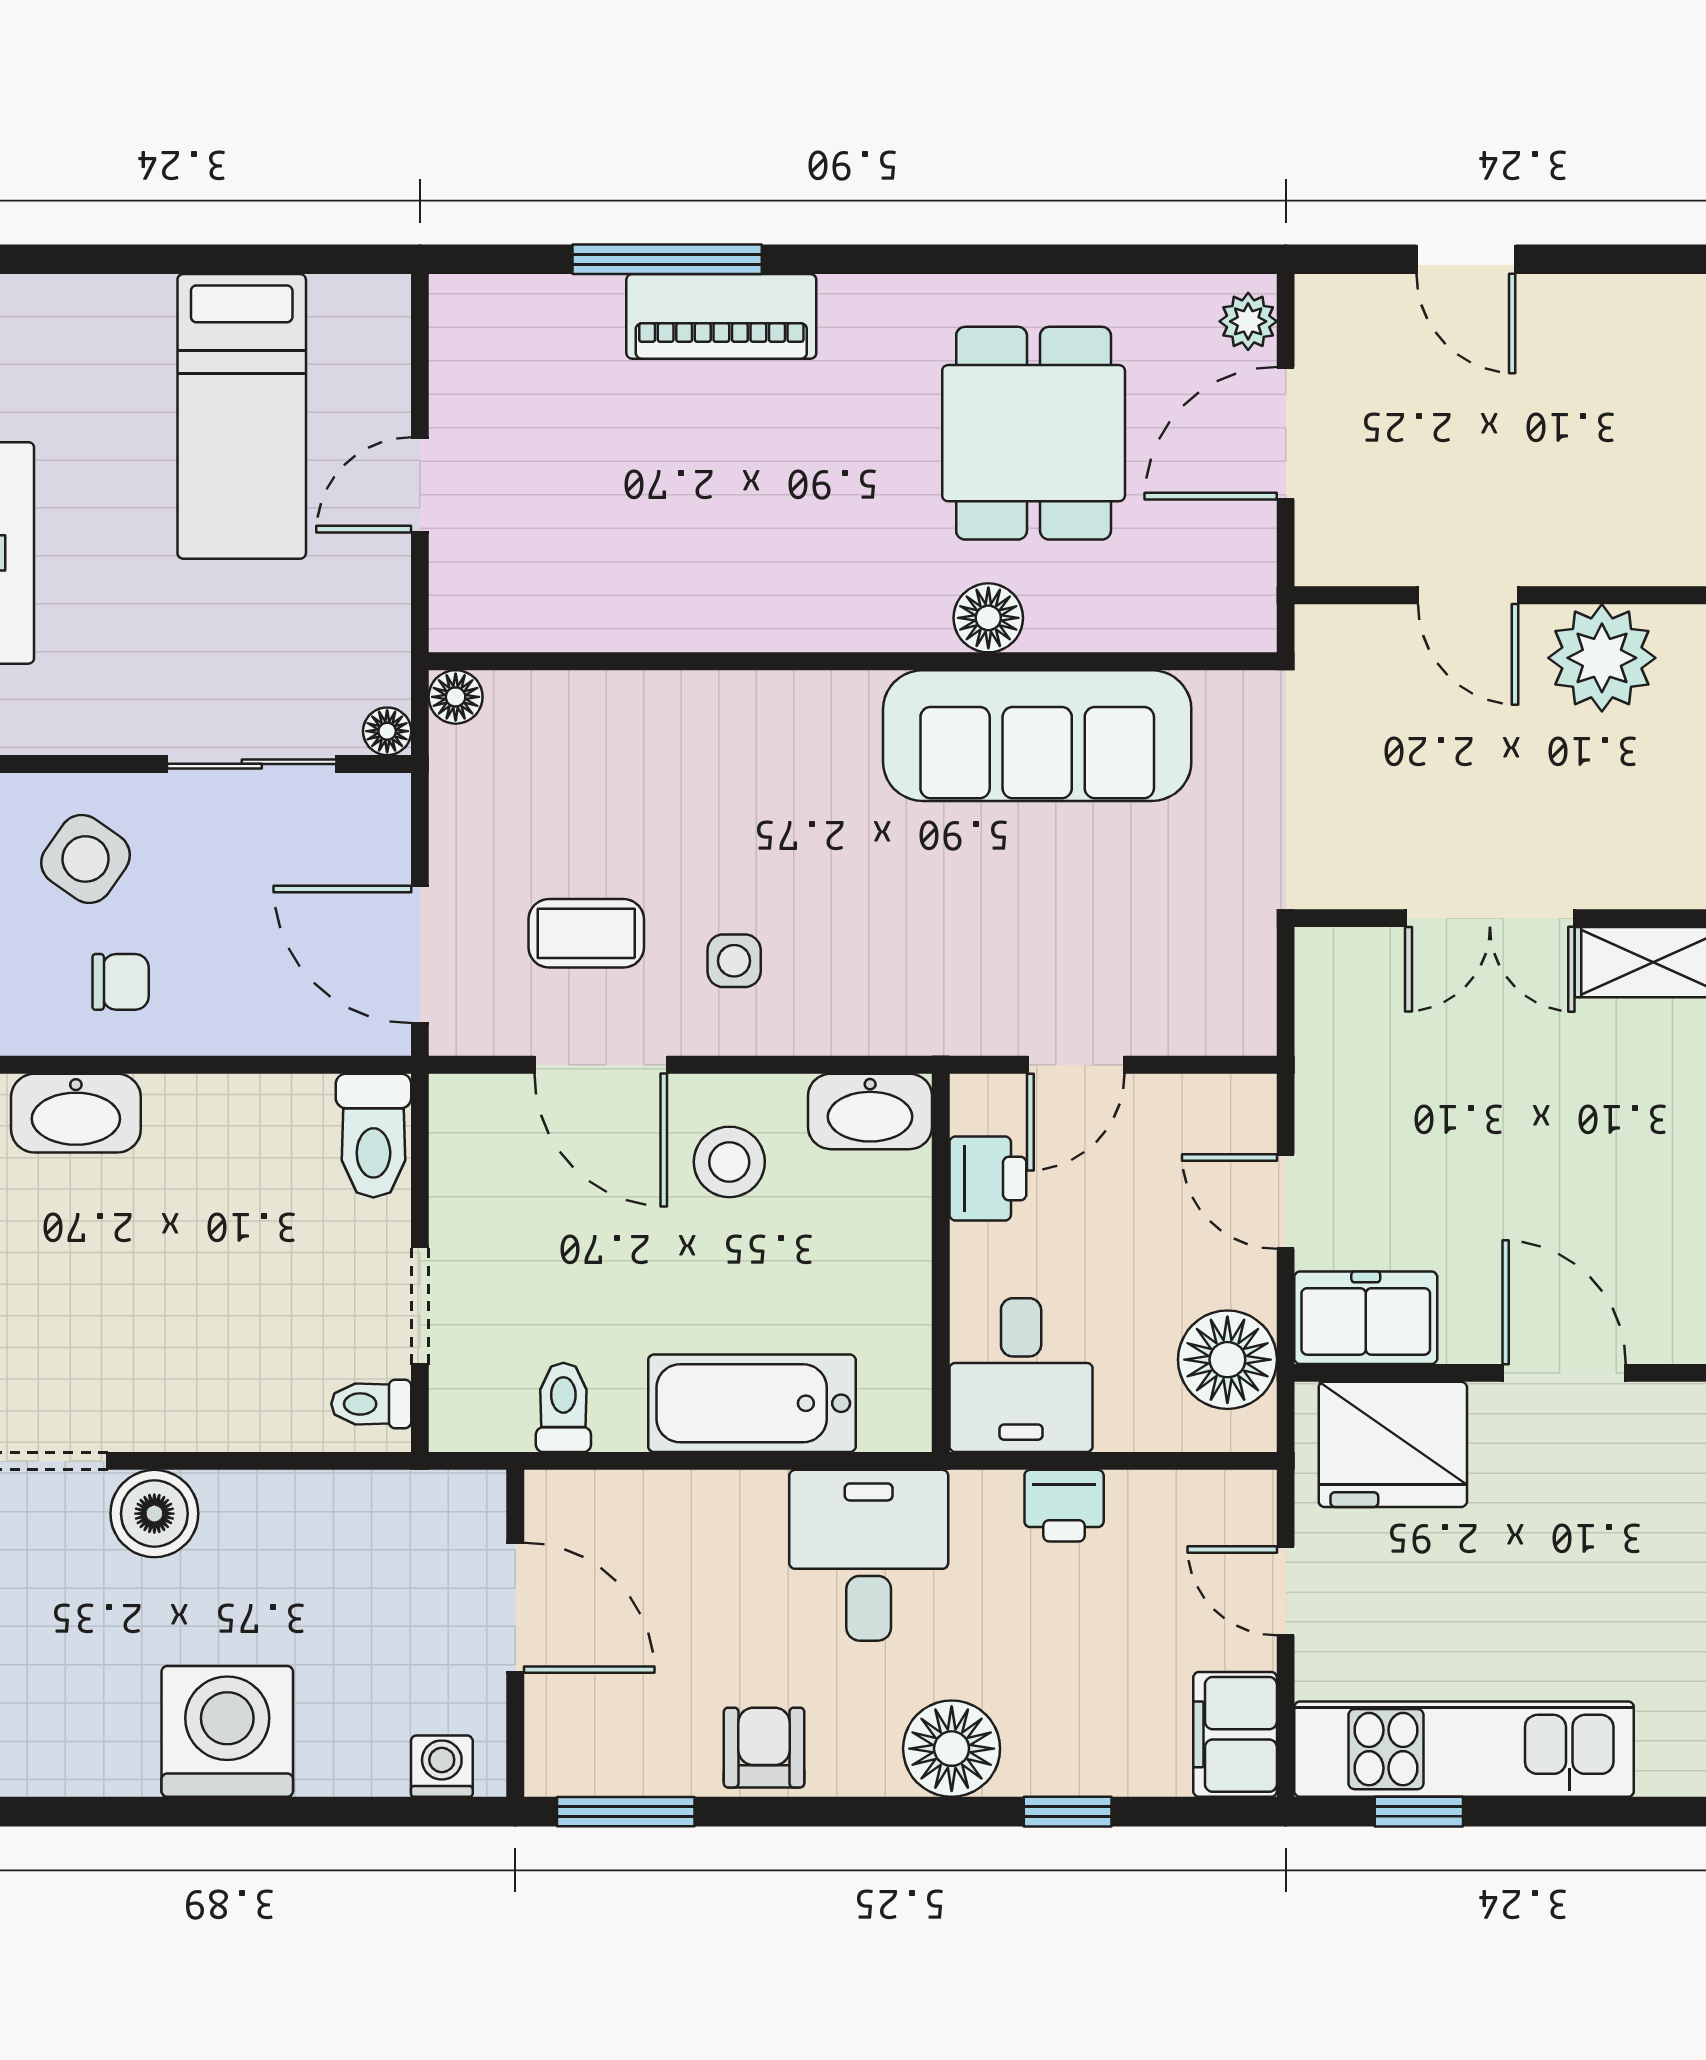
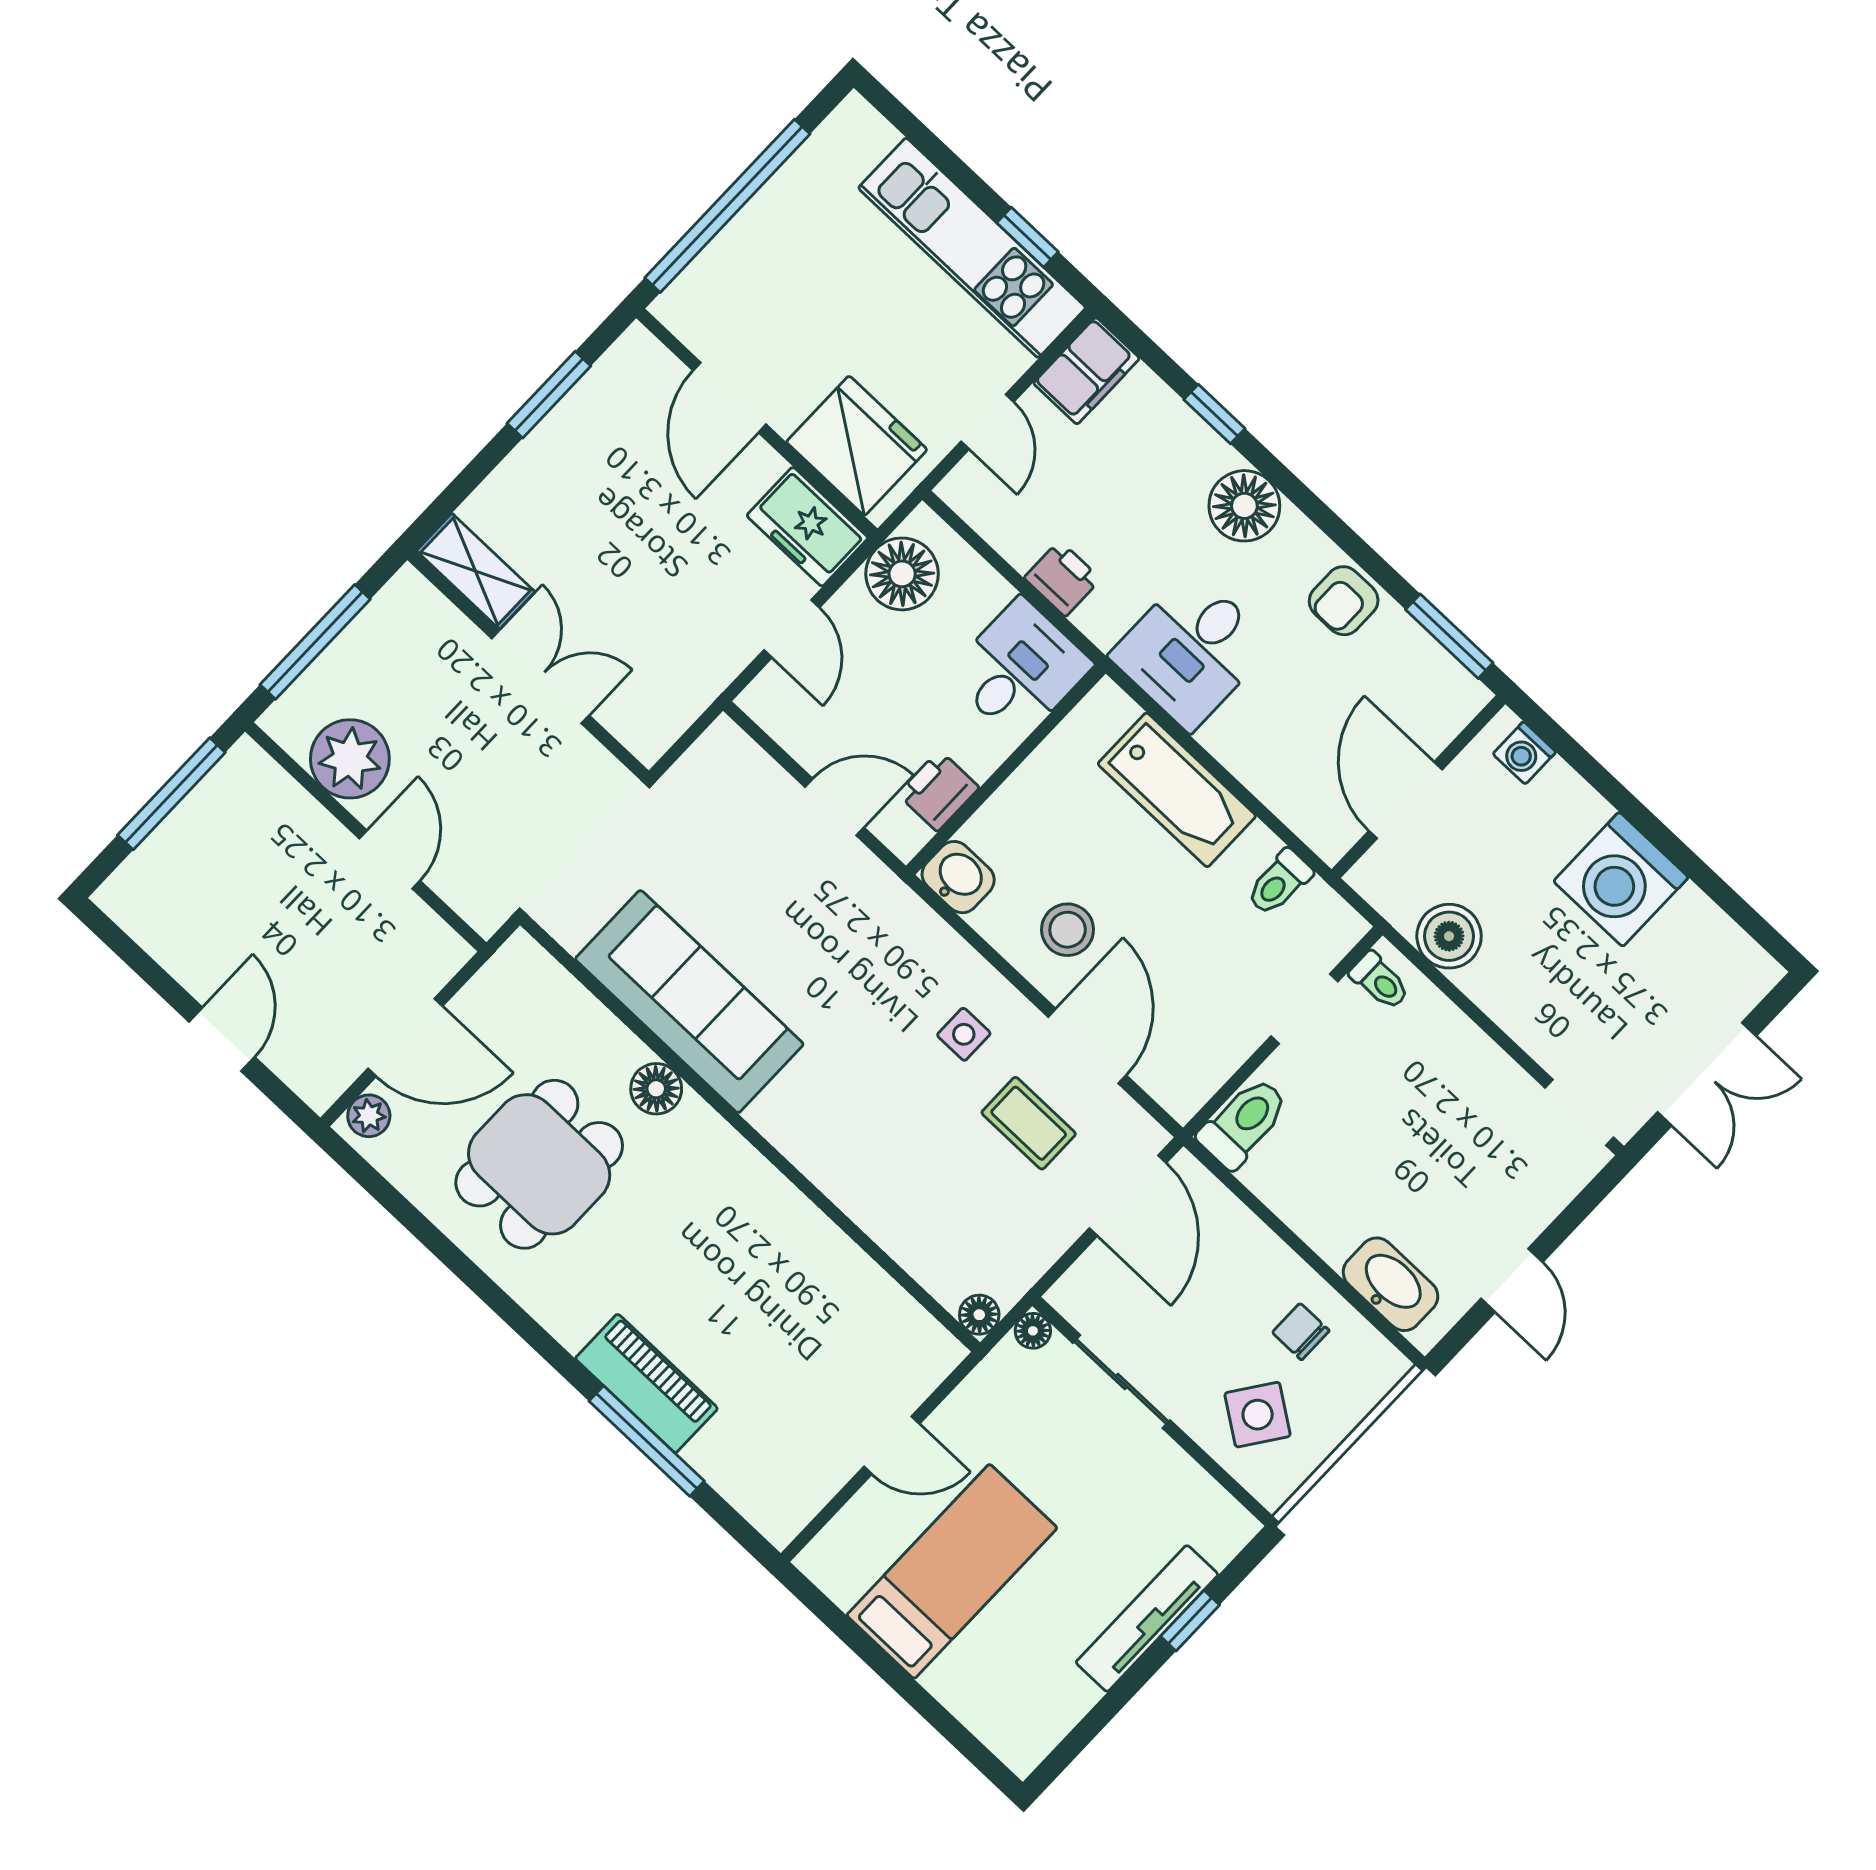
washbasin: (870, 1111) -> (958, 877), width x0.72
boiler: (154, 1514) -> (1449, 936), moved

